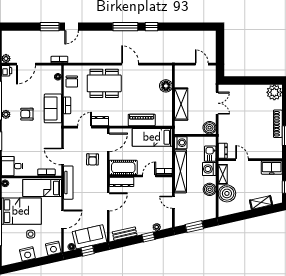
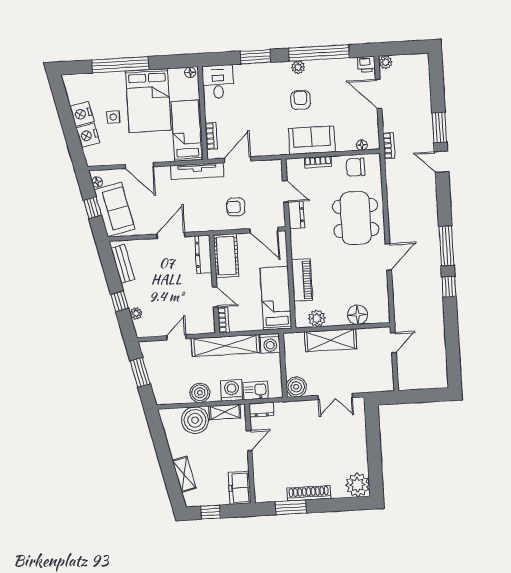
door: (202, 64) -> (393, 343), moved
plant: (167, 112) -> (317, 318), added
door: (108, 202) -> (171, 235), swing flipped
nightstand: (53, 248) -> (88, 135), moved

